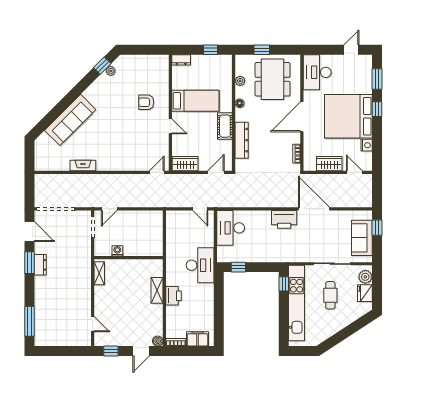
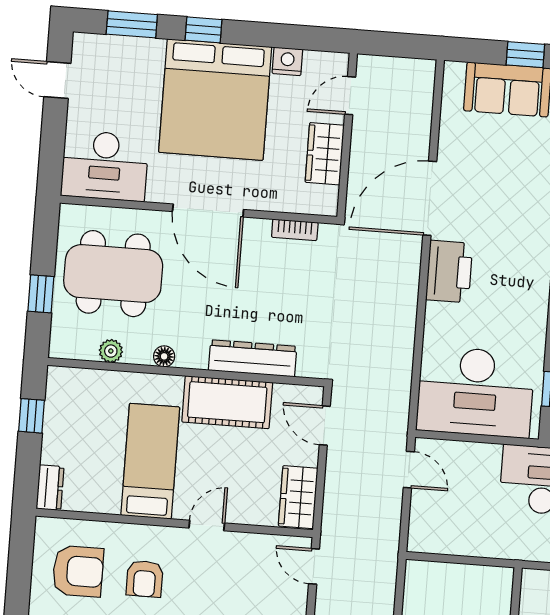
armchair: (147, 74) -> (78, 571), added
cot: (225, 126) -> (227, 402), width x1.37, depth x1.34
door: (200, 209) -> (409, 470), hinge flipped
desk: (231, 228) -> (475, 392), width x1.36, depth x1.30
window: (377, 228) -> (525, 55), moved

